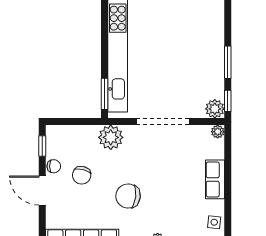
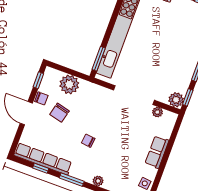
plant: (218, 132) -> (157, 112), moved
plant: (111, 137) -> (69, 84), moved
chair: (128, 196) -> (88, 141), width x0.54, depth x0.54

